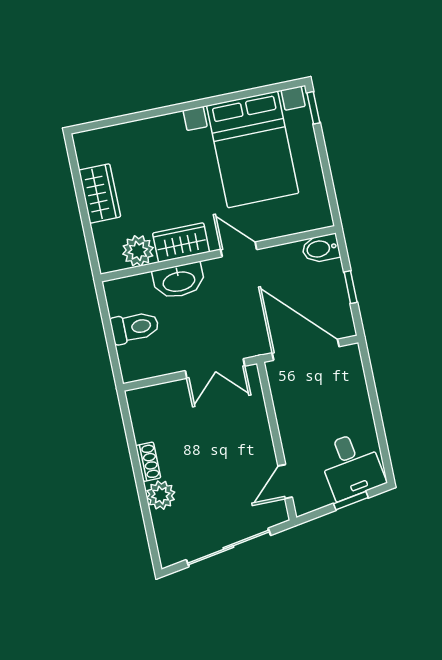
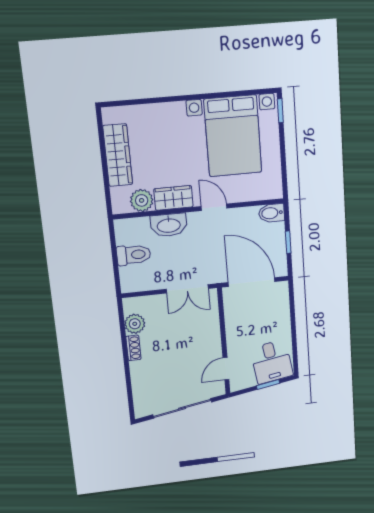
wardrobe: (100, 193) -> (118, 155), width x1.50
plant: (161, 495) -> (135, 324), moved

